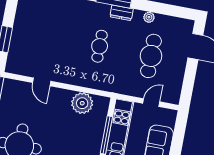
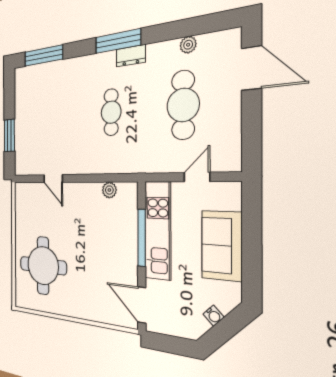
plant: (149, 17) -> (188, 45), moved
plant: (82, 103) -> (109, 190), width x0.53, depth x0.53

